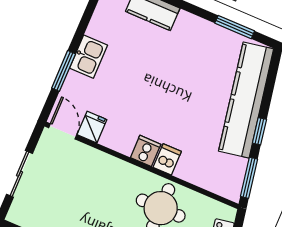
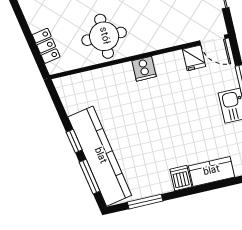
dishwasher: (167, 159) -> (181, 178), moved, turned 180
window: (249, 178) -> (90, 177), moved

